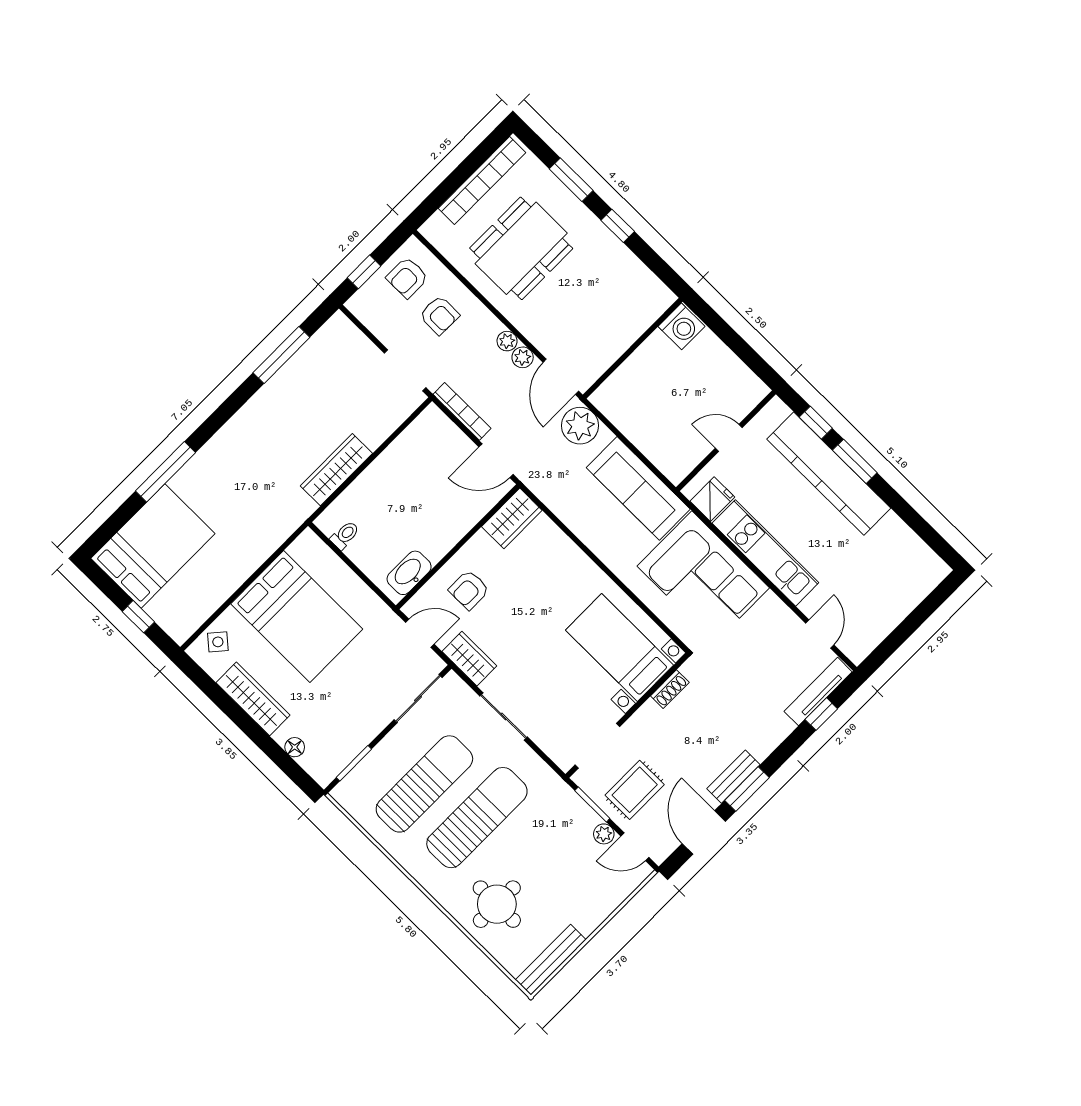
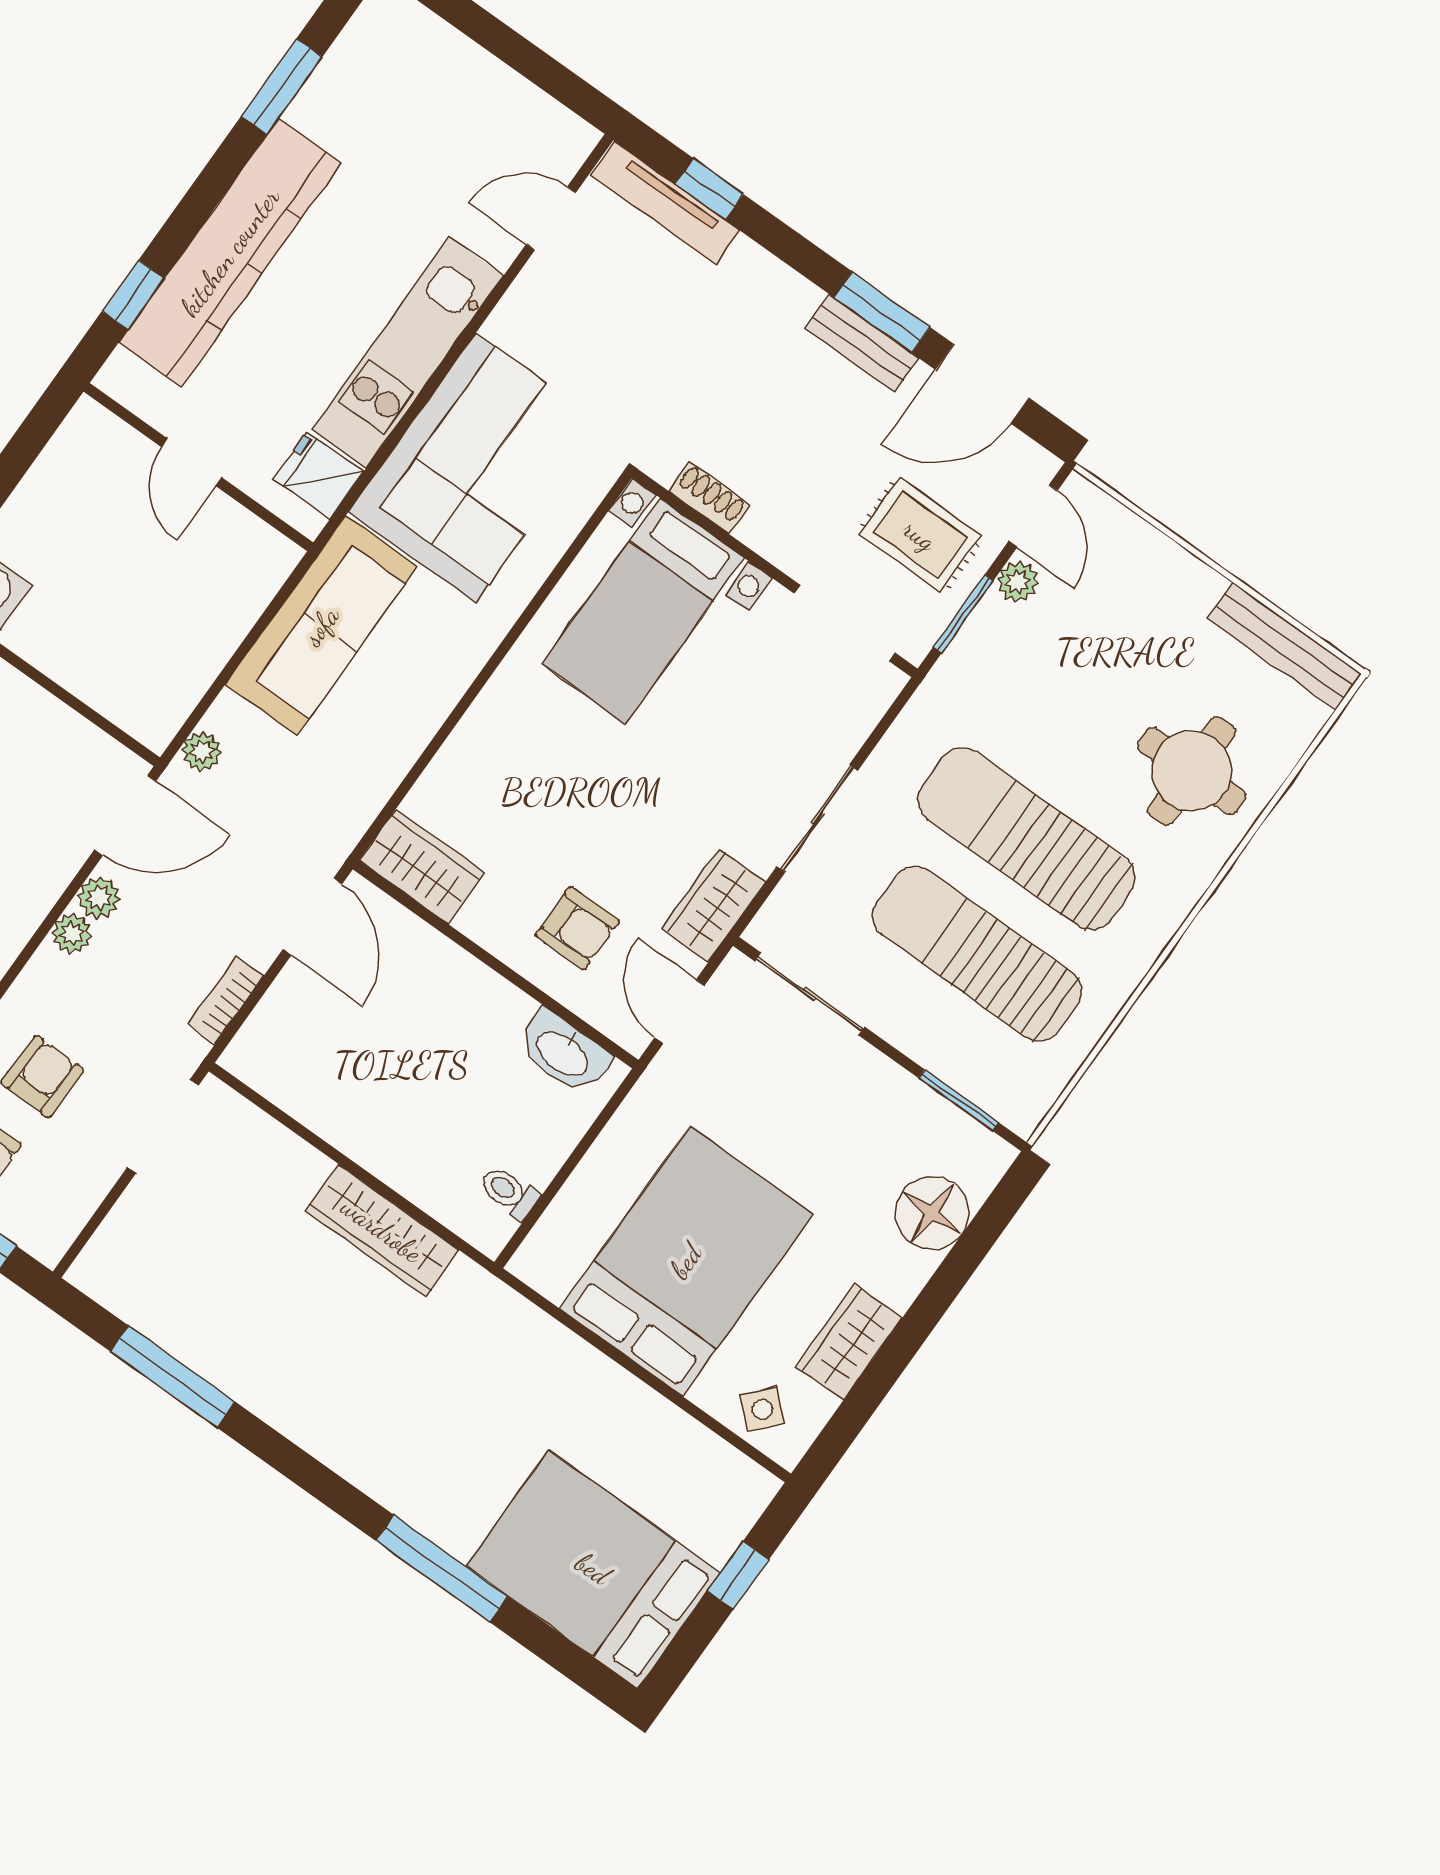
bookcase: (462, 411) -> (226, 1000), width x0.64
plant: (580, 426) -> (202, 751), width x0.53, depth x0.53
window: (855, 461) -> (282, 87), moved
wardrobe: (253, 699) -> (849, 1342), width x0.67
floor lamp: (295, 747) -> (932, 1213), width x1.89, depth x1.89

